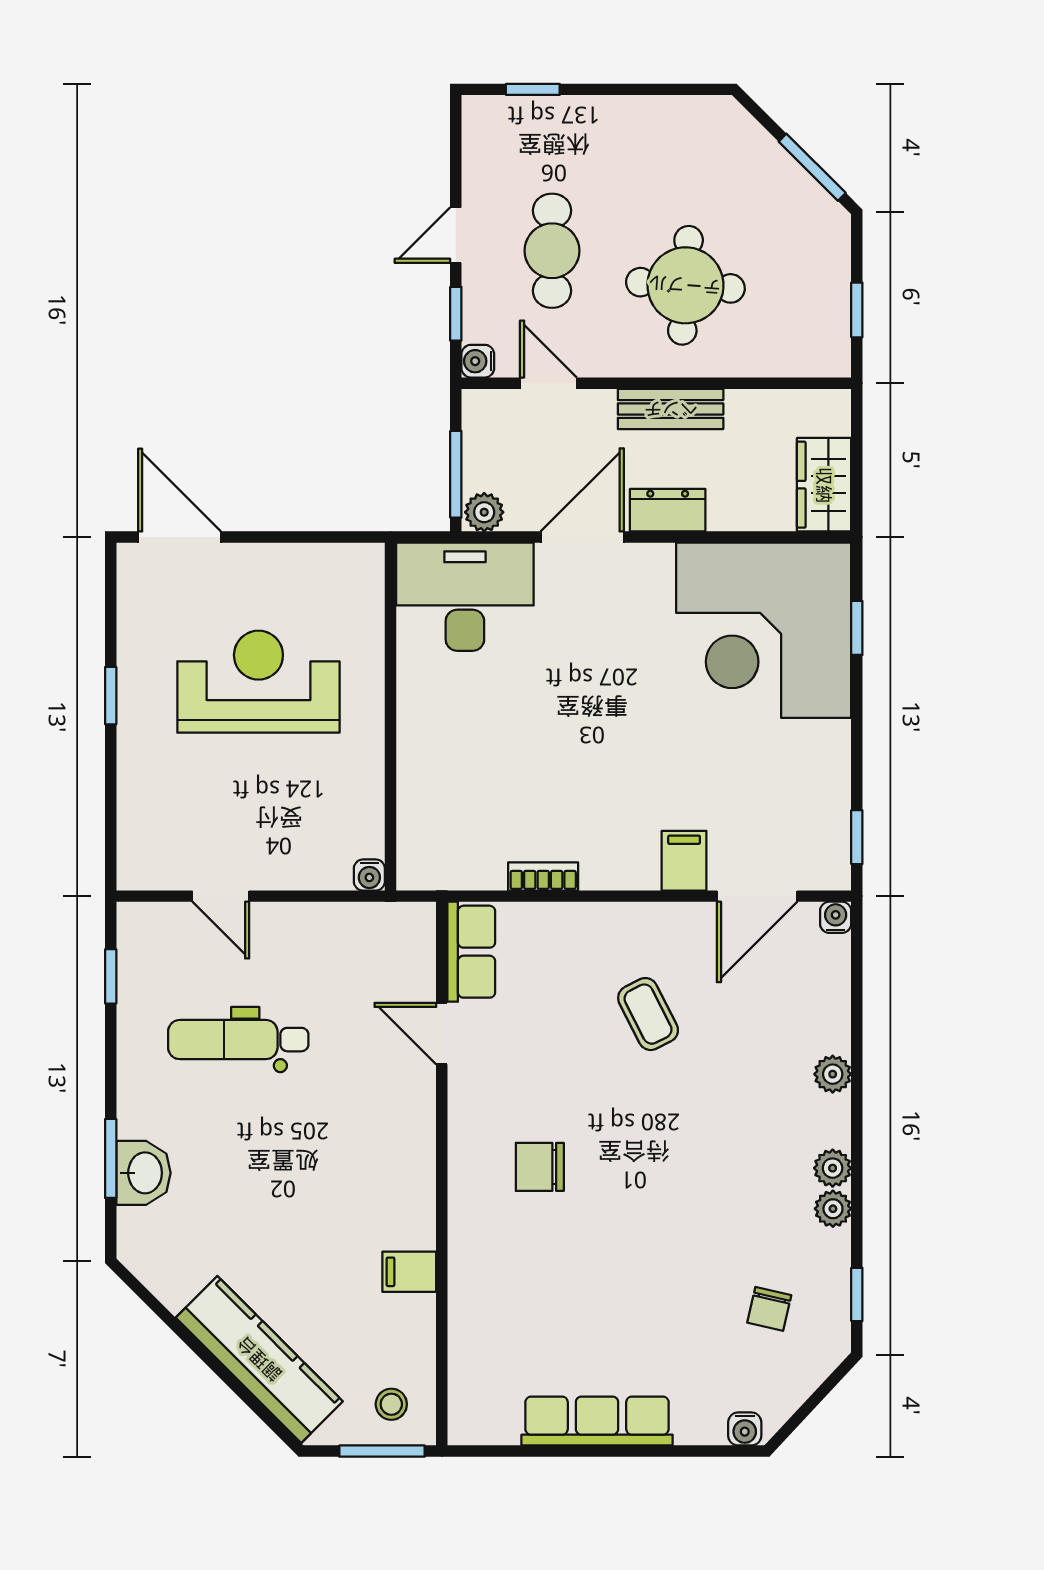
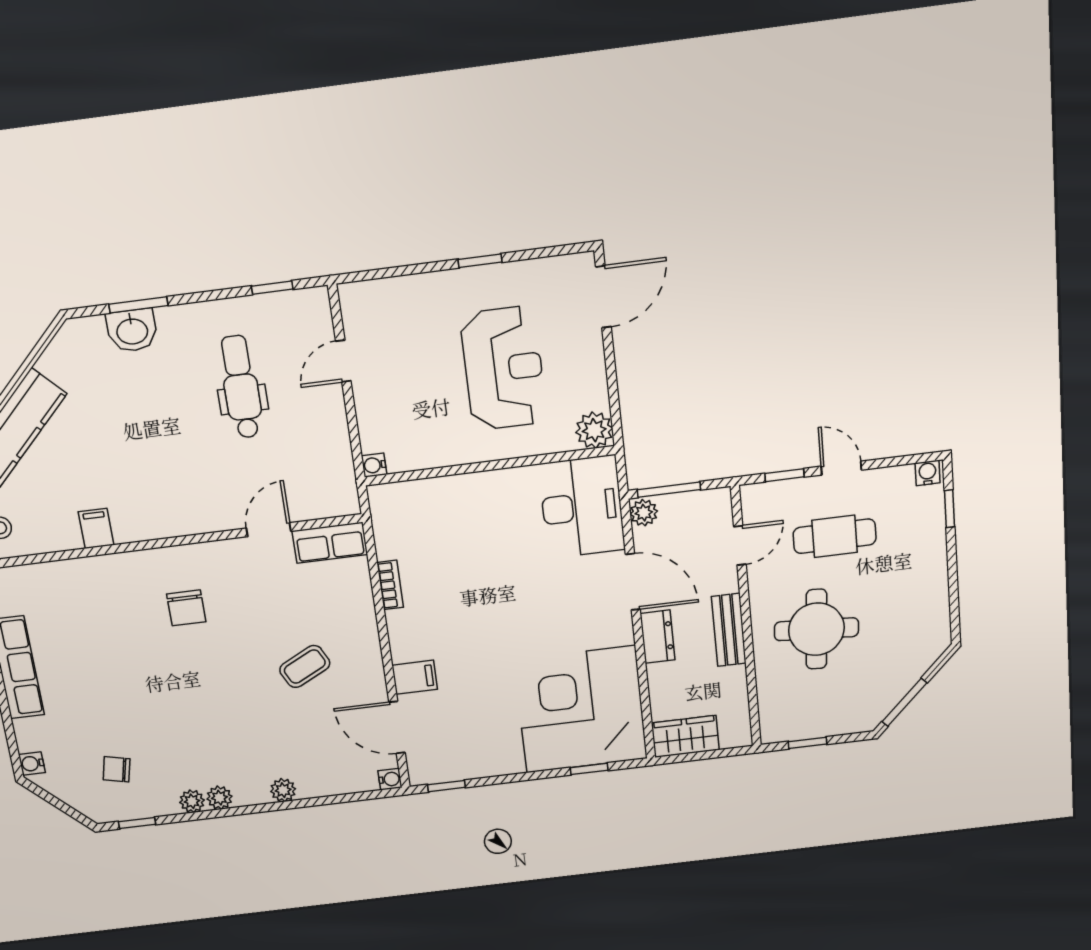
water cooler: (478, 361) -> (928, 473), moved
plant: (359, 568) -> (594, 430), added
chair: (540, 1167) -> (186, 608), turned 180

